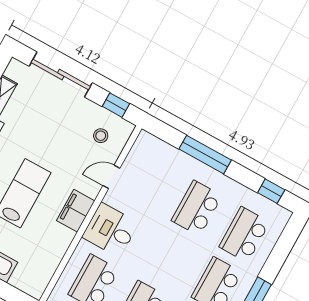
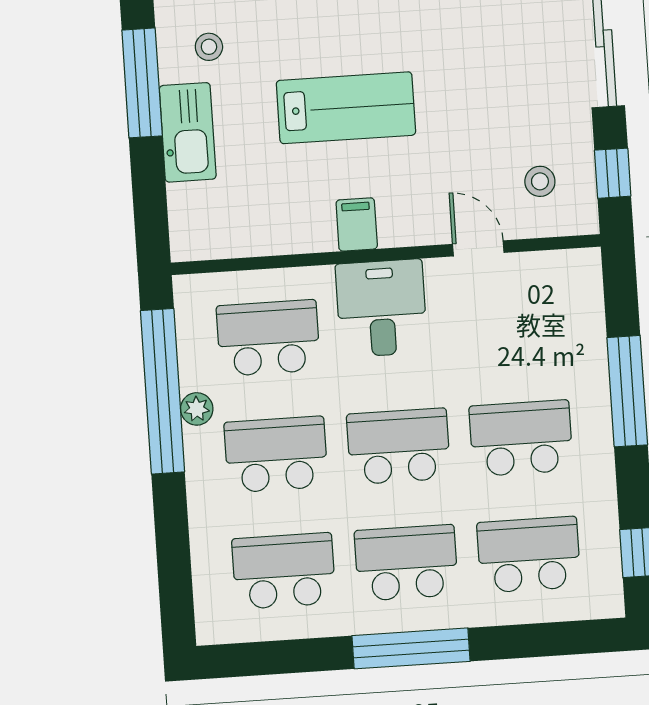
filing cabinet: (76, 211) -> (357, 224), width x0.50
school desk: (169, 258) -> (399, 446), added

